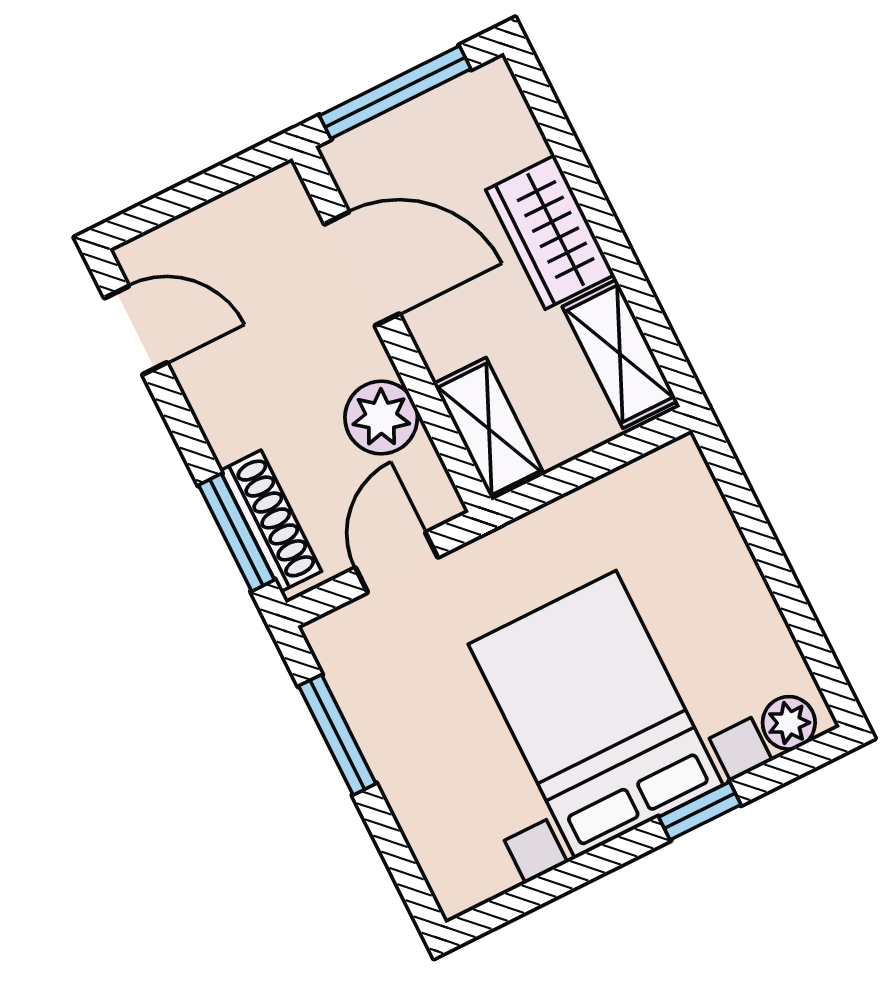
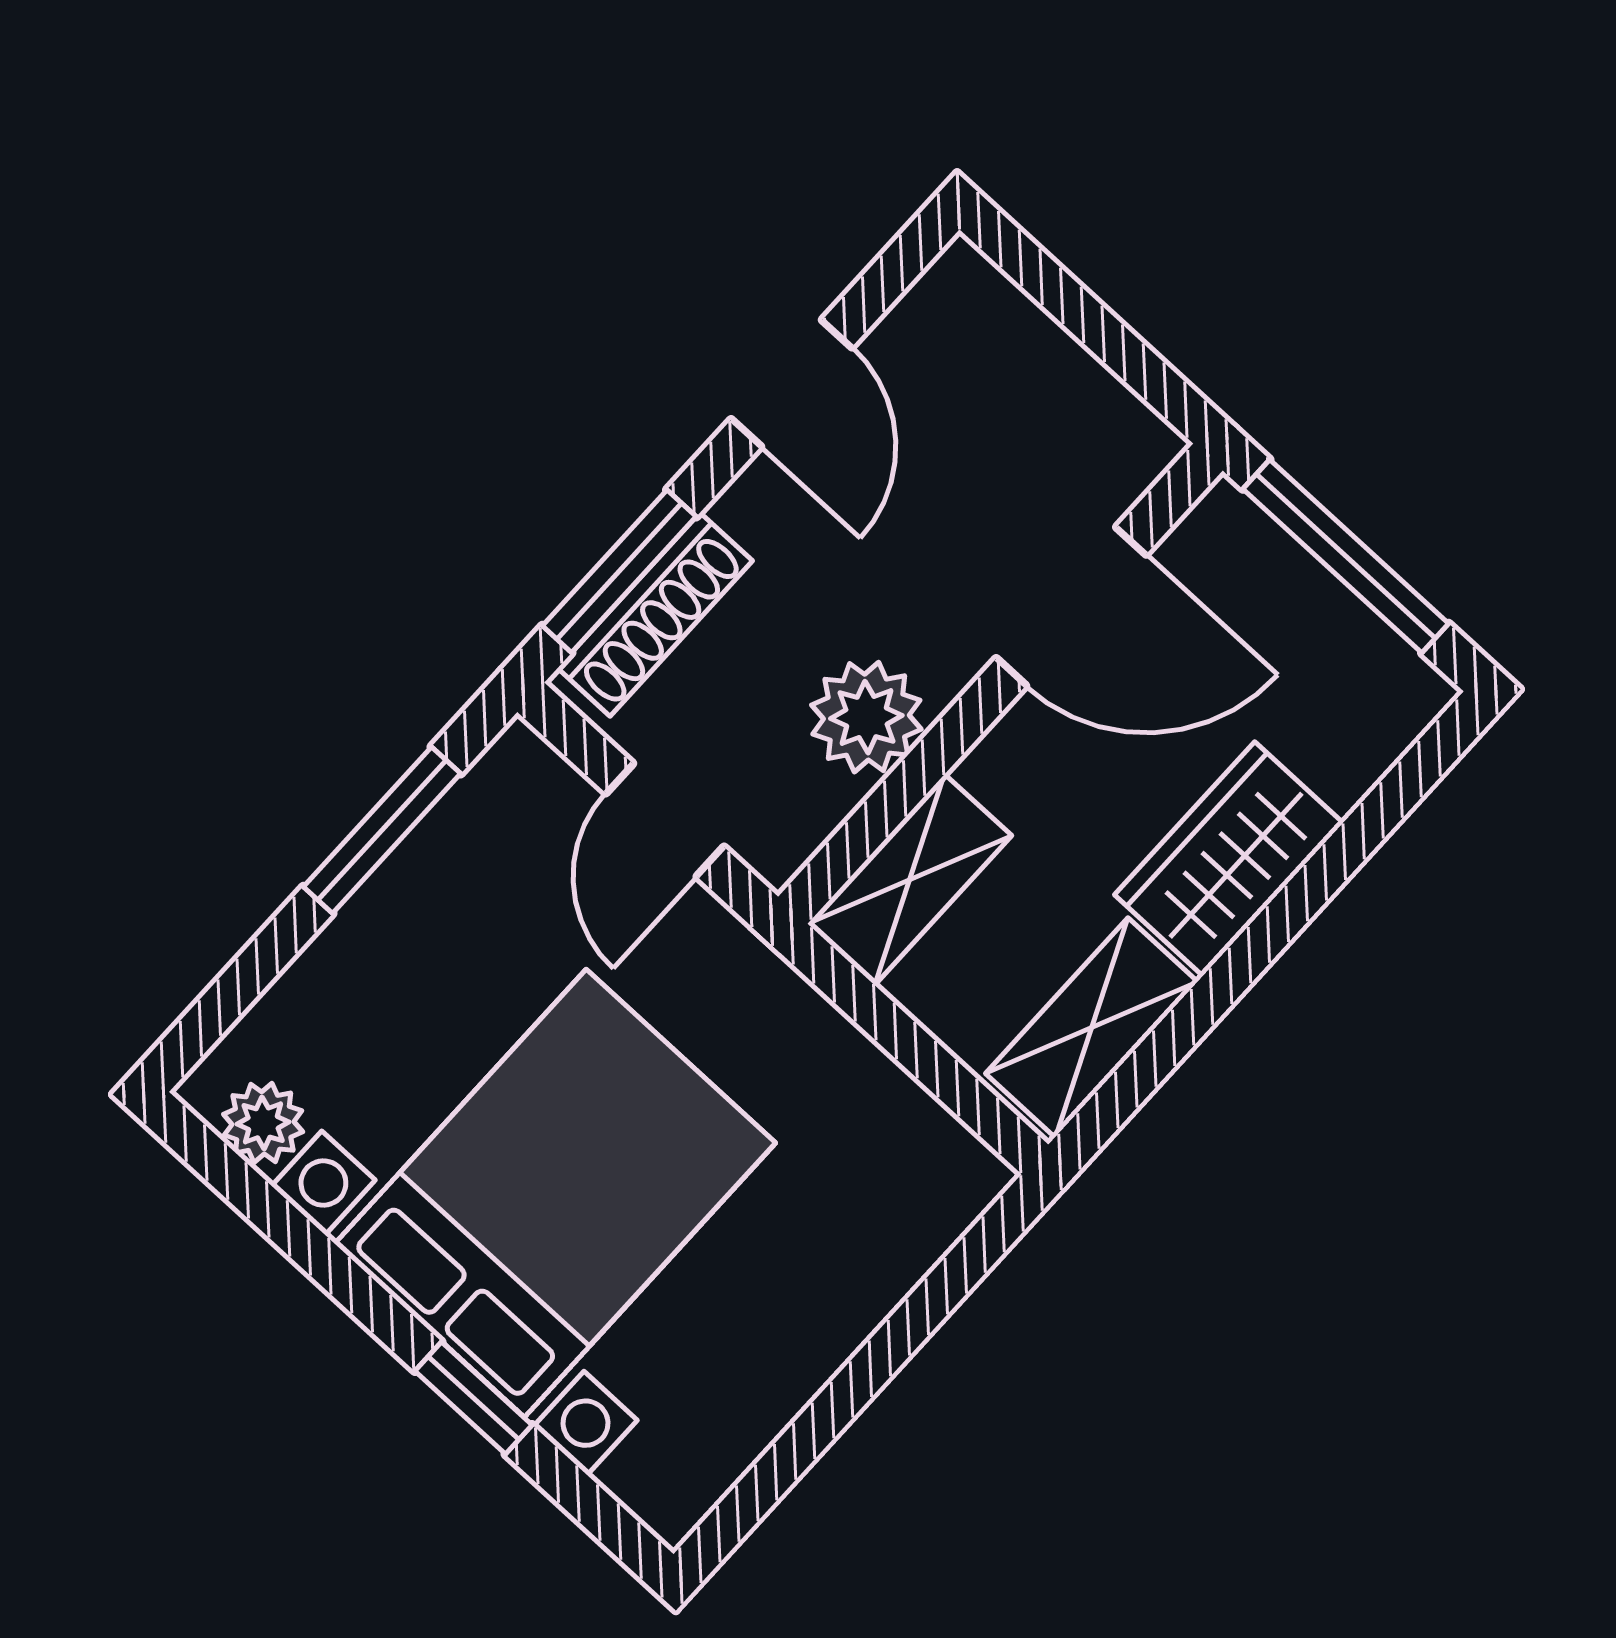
door: (362, 269) -> (1071, 606), hinge flipped
door: (136, 330) -> (791, 383), moved
door: (397, 562) -> (665, 820), swing flipped
plant: (789, 723) -> (263, 1123), moved

